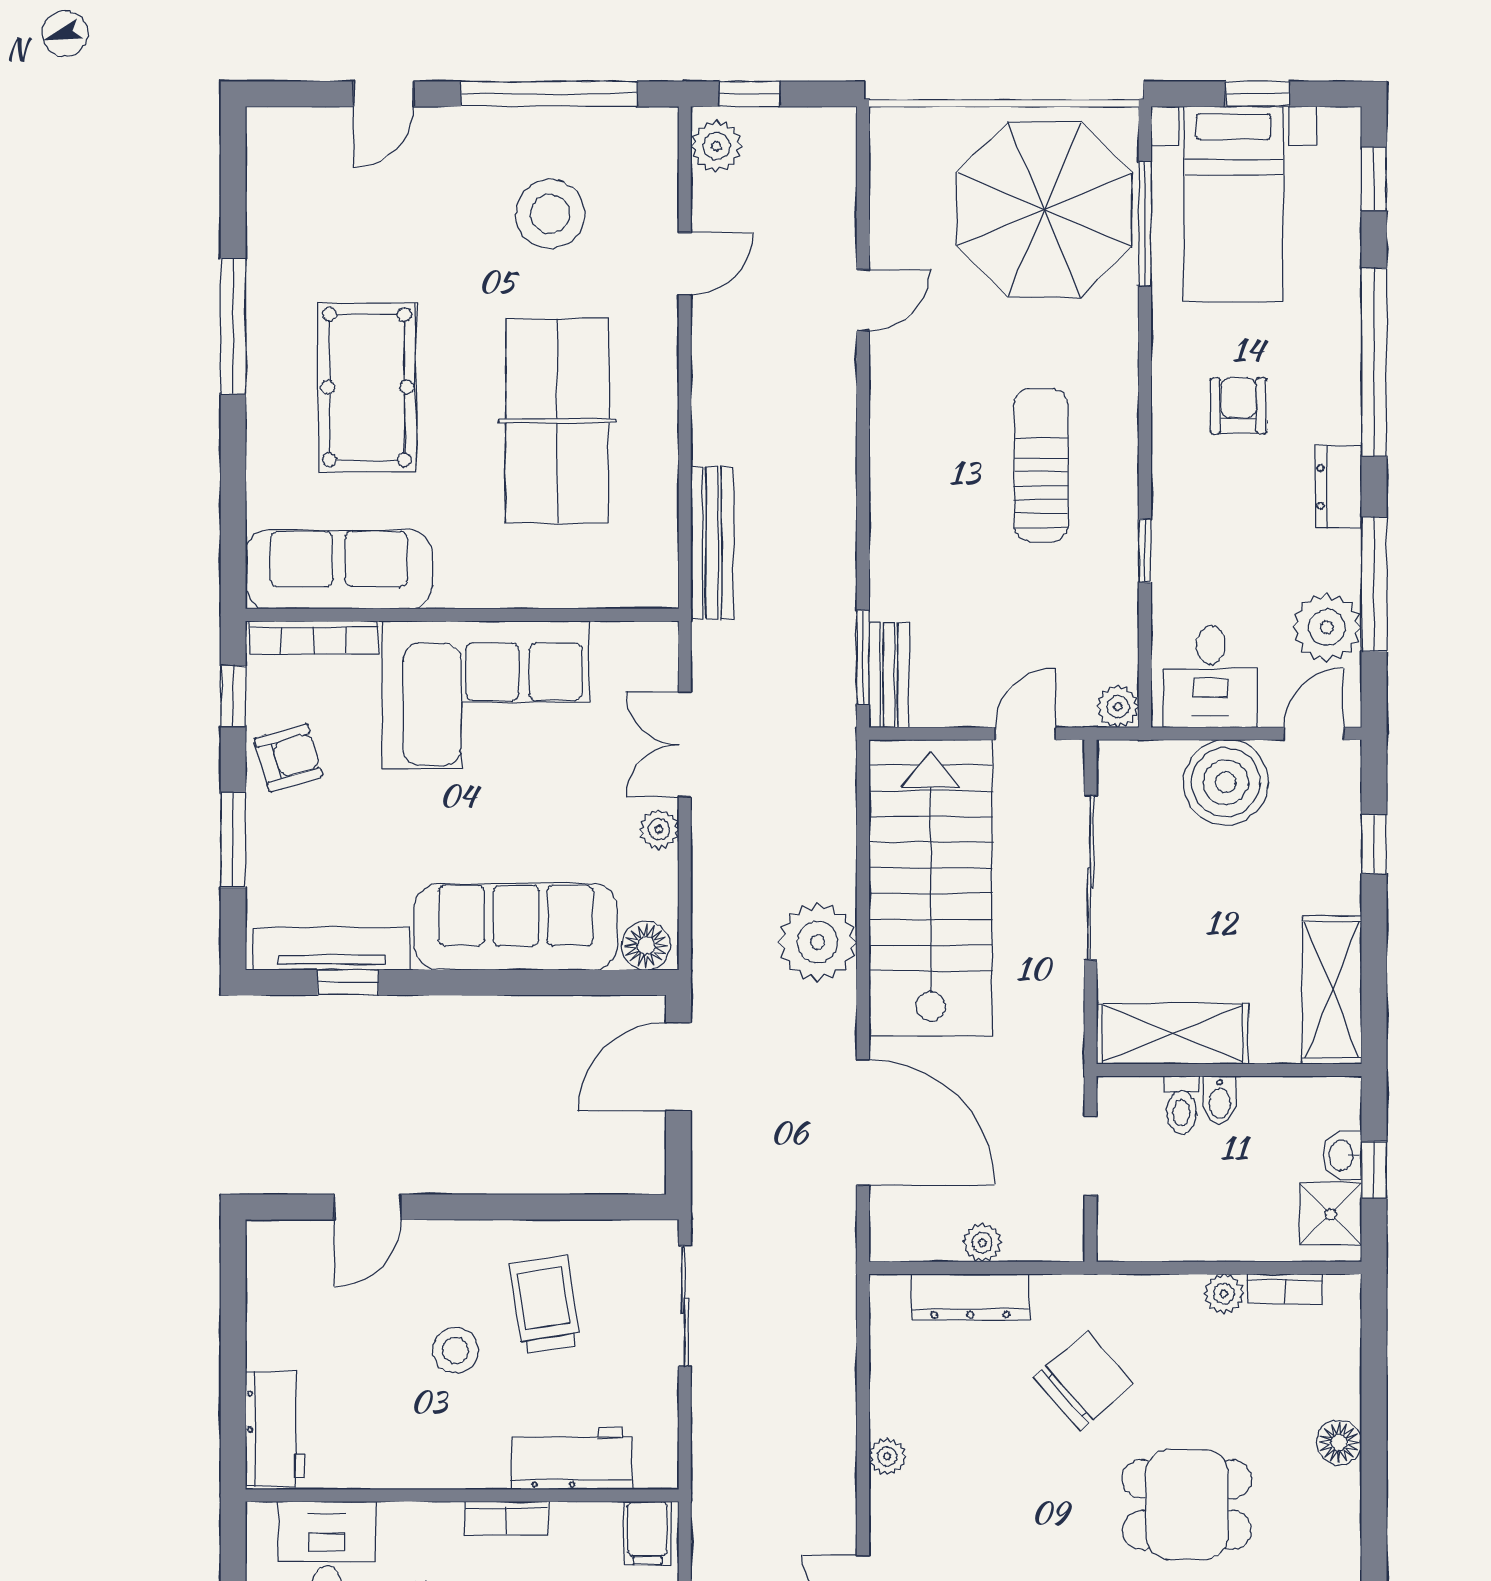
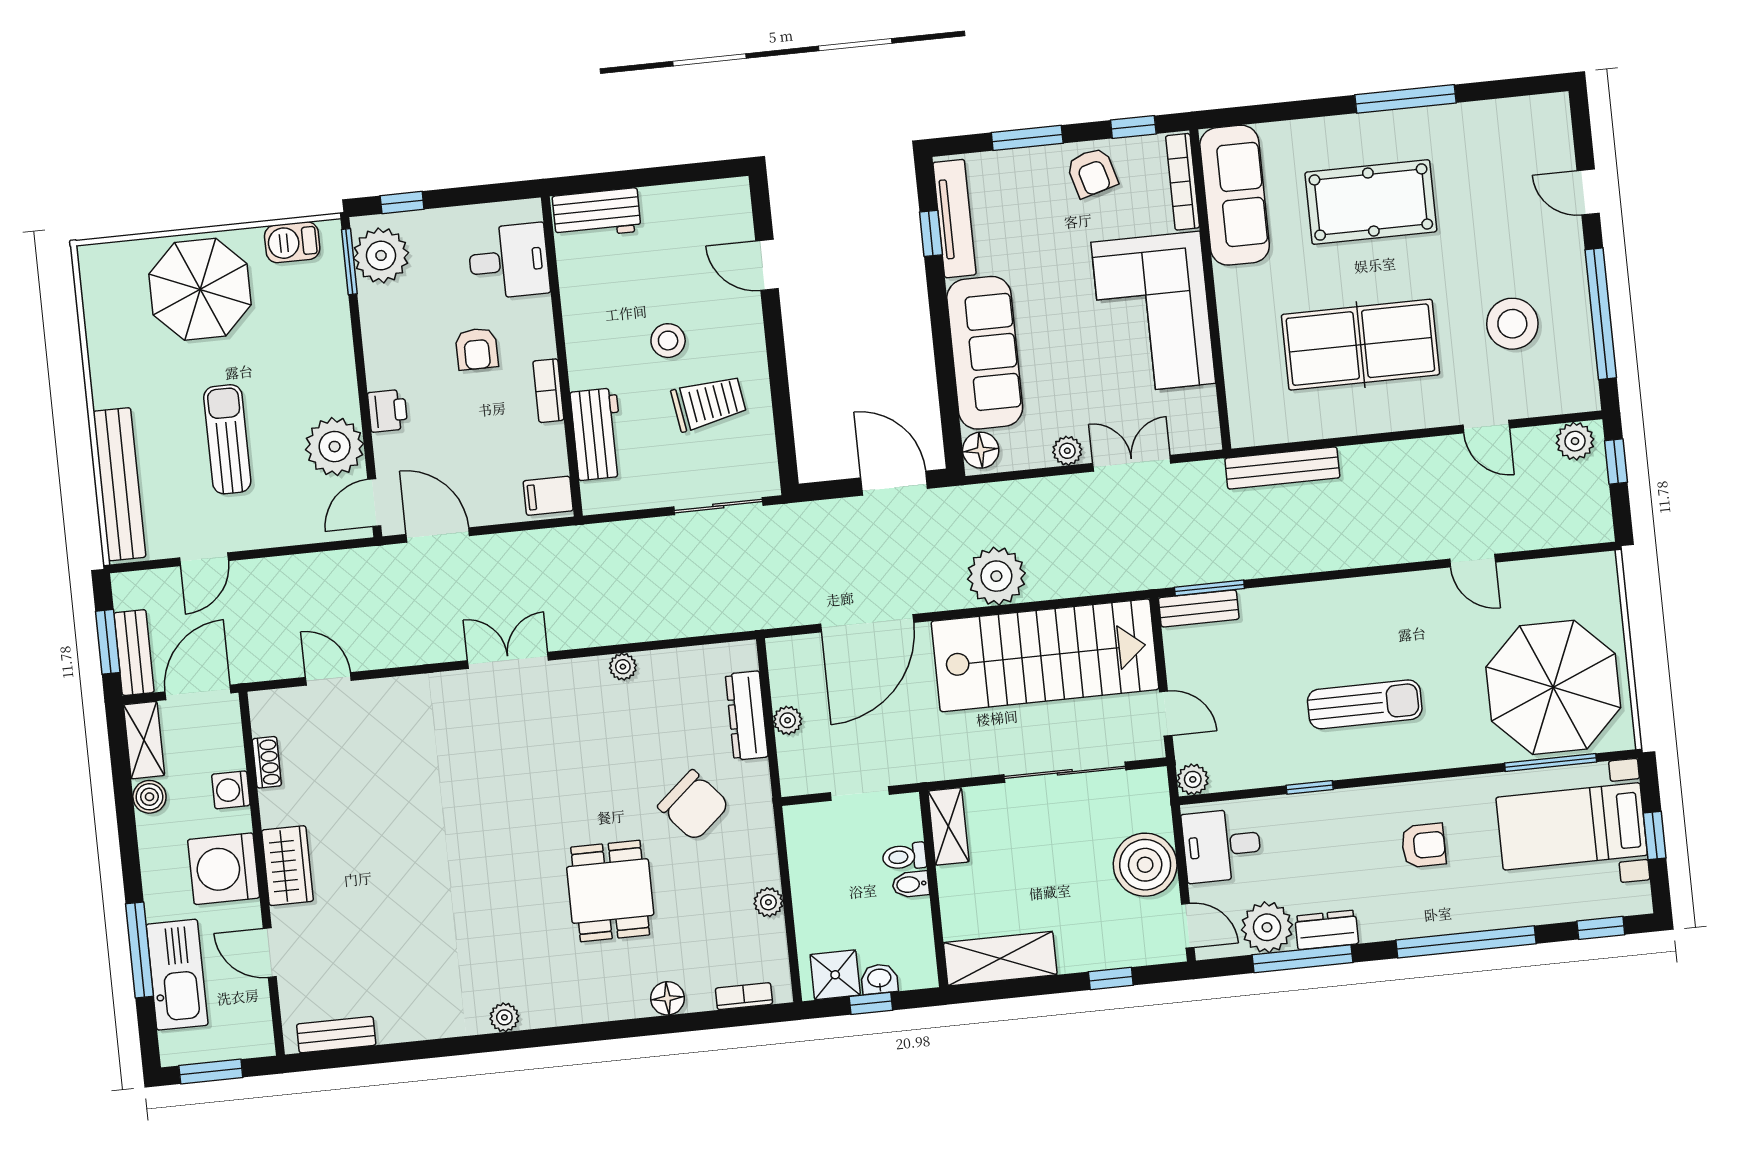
dresser: (1339, 487) -> (1327, 930), moved
shelving: (1172, 1034) -> (948, 826), width x0.67, depth x0.75
bookcase: (1285, 1289) -> (744, 996), moved, turned 90

